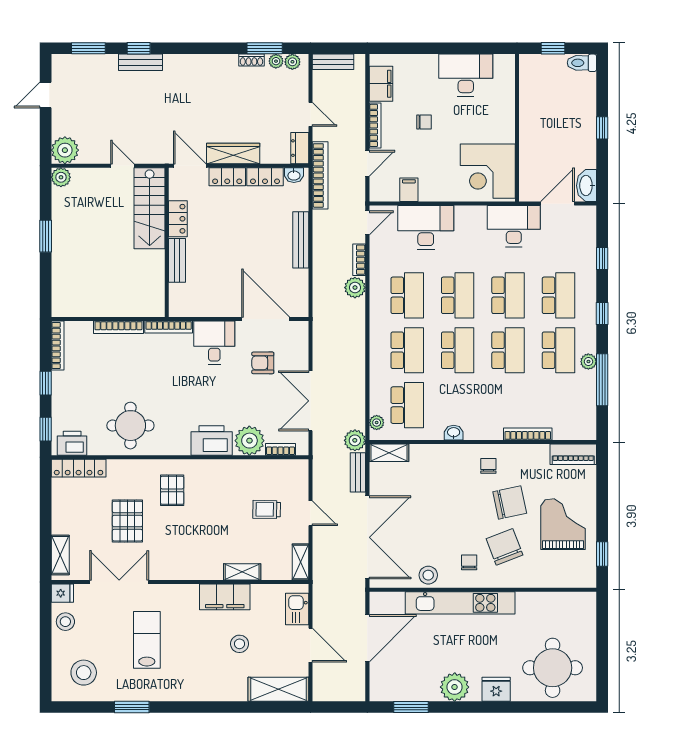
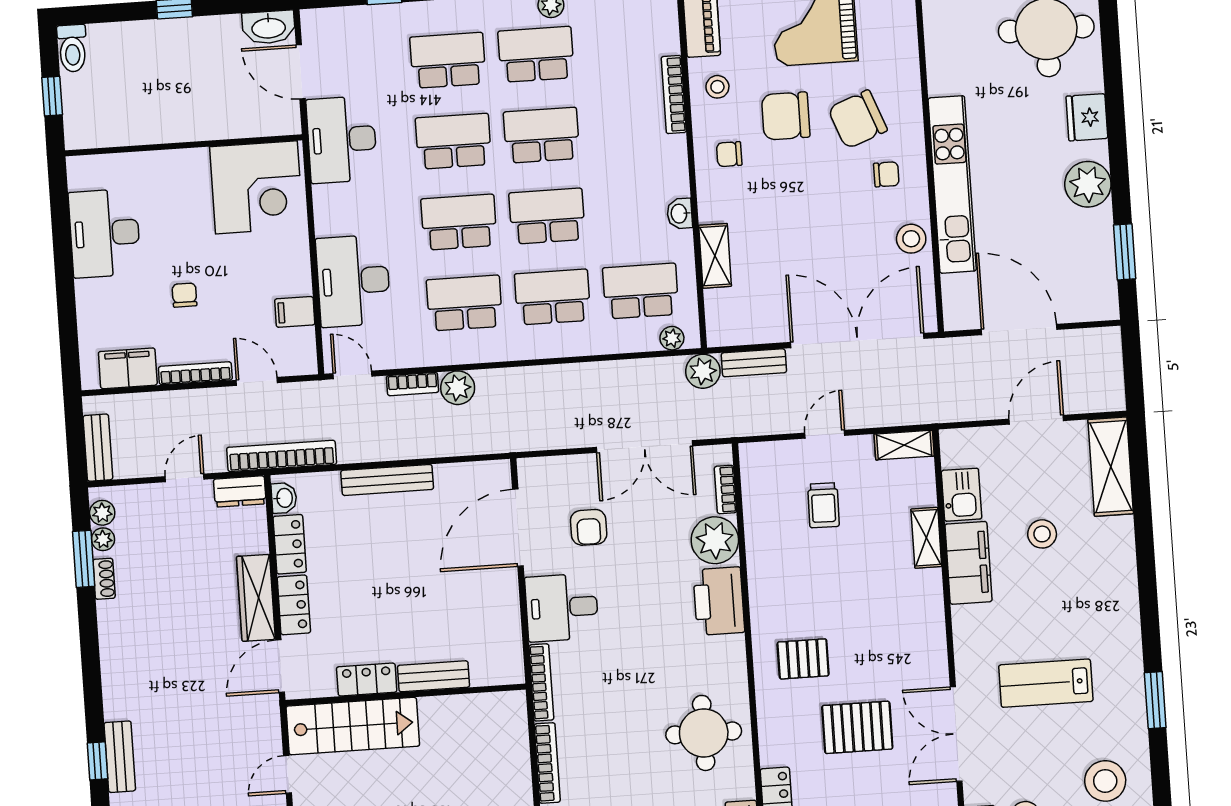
shelving: (389, 453) -> (715, 256), moved
stool: (531, 461) -> (717, 87), added
chair: (510, 503) -> (786, 116), turned -78
chair: (469, 562) -> (886, 174), turned 180
kitchen sink: (297, 609) -> (962, 495), moved, turned -90

